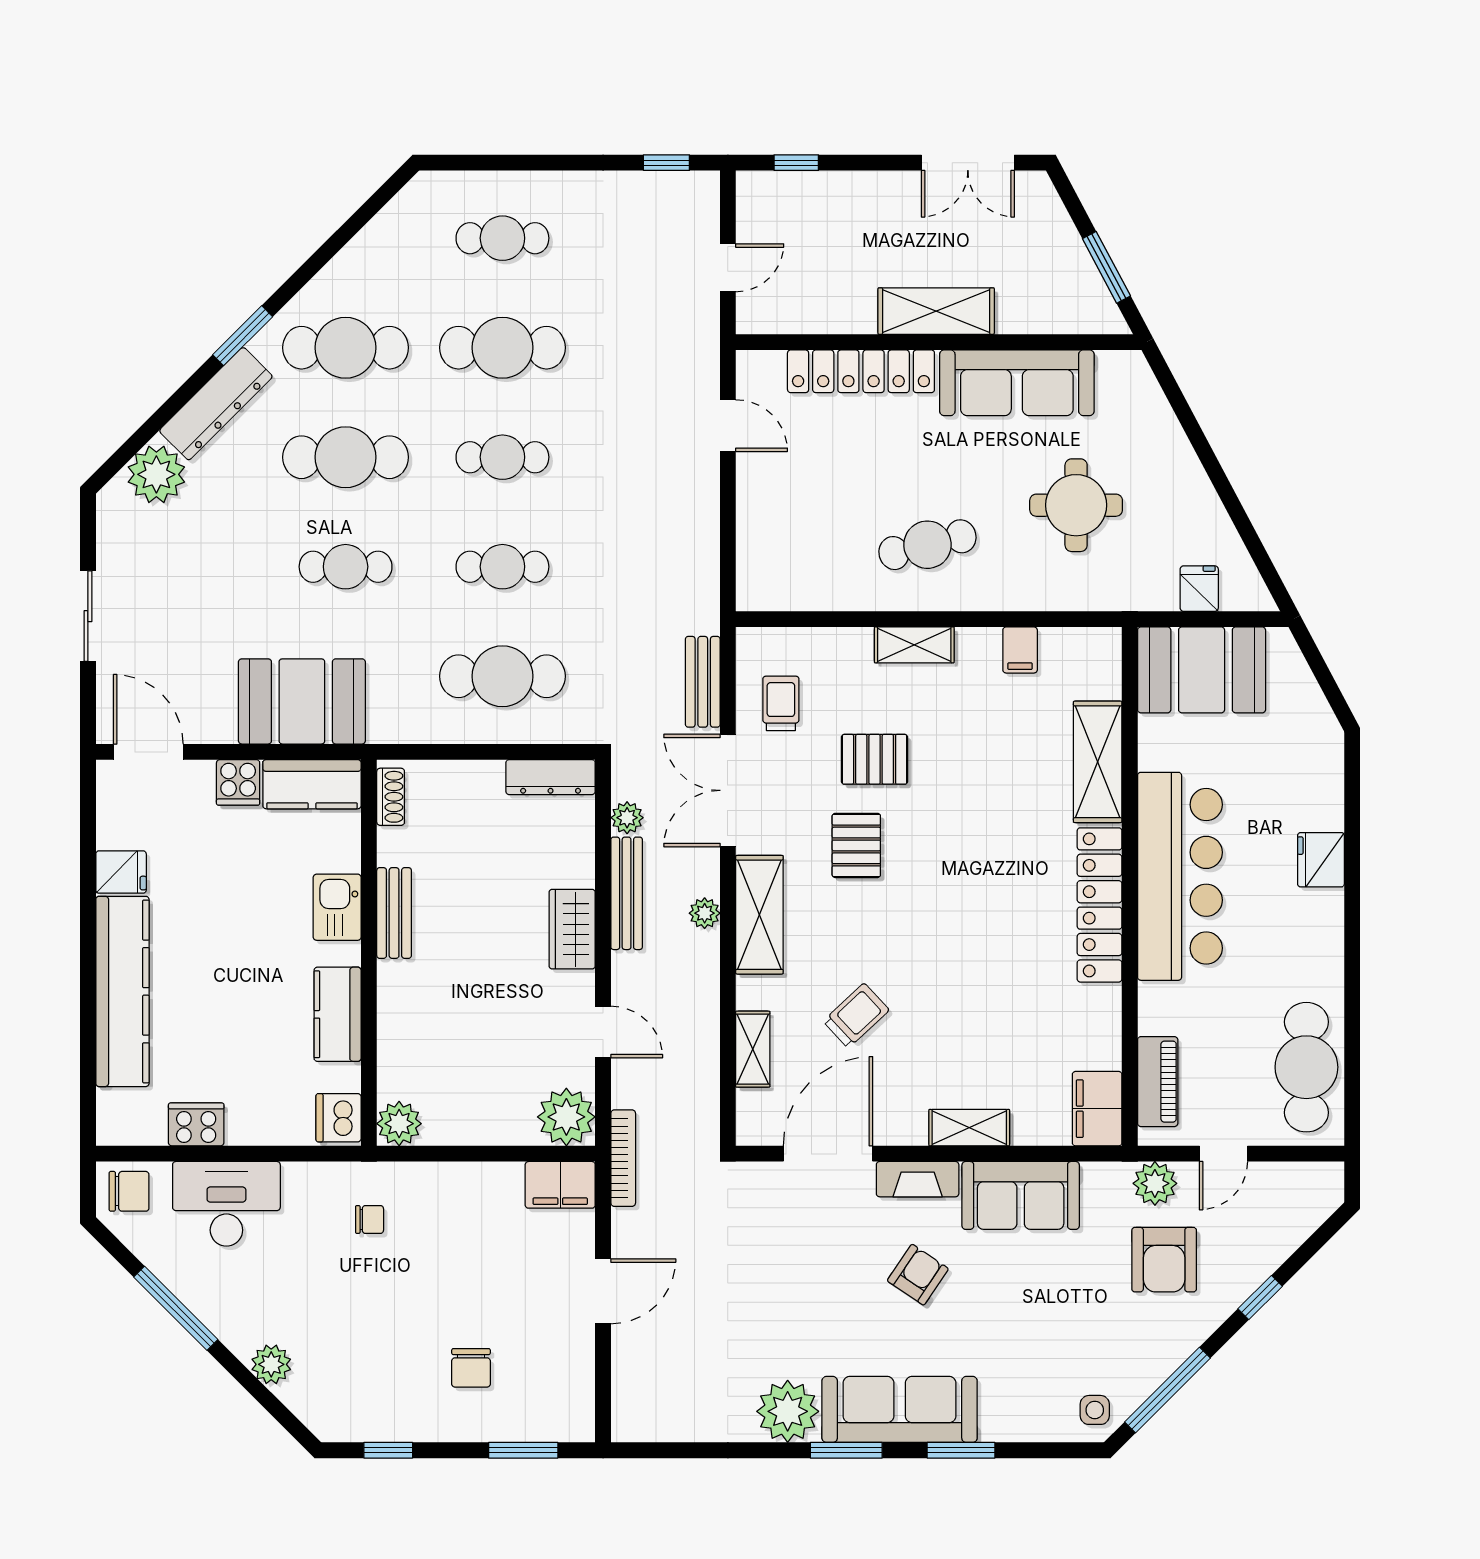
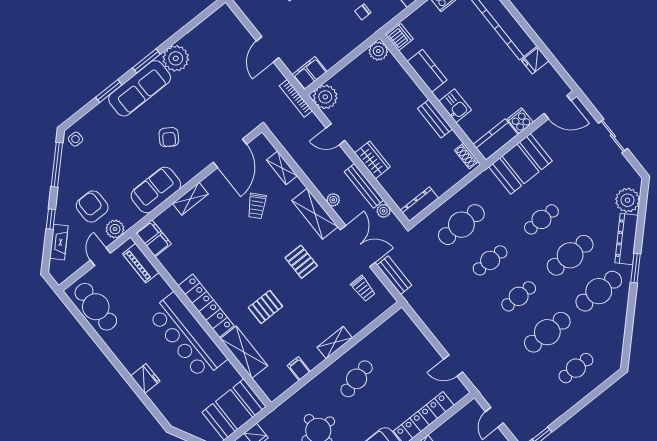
pallet: (875, 759) -> (265, 307), moved
fireplace: (918, 1179) -> (59, 242), moved, turned 135

